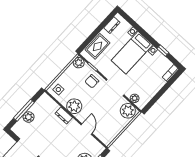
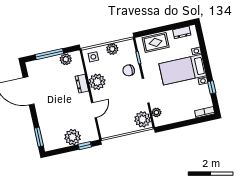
plant: (79, 63) -> (112, 49), moved
plant: (29, 117) -> (66, 59), moved

